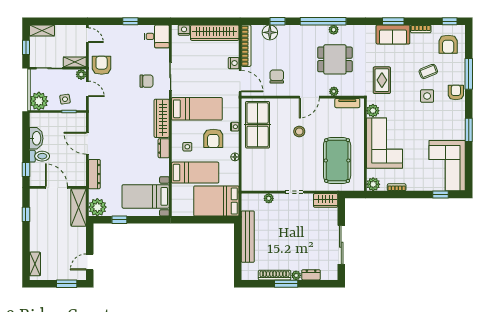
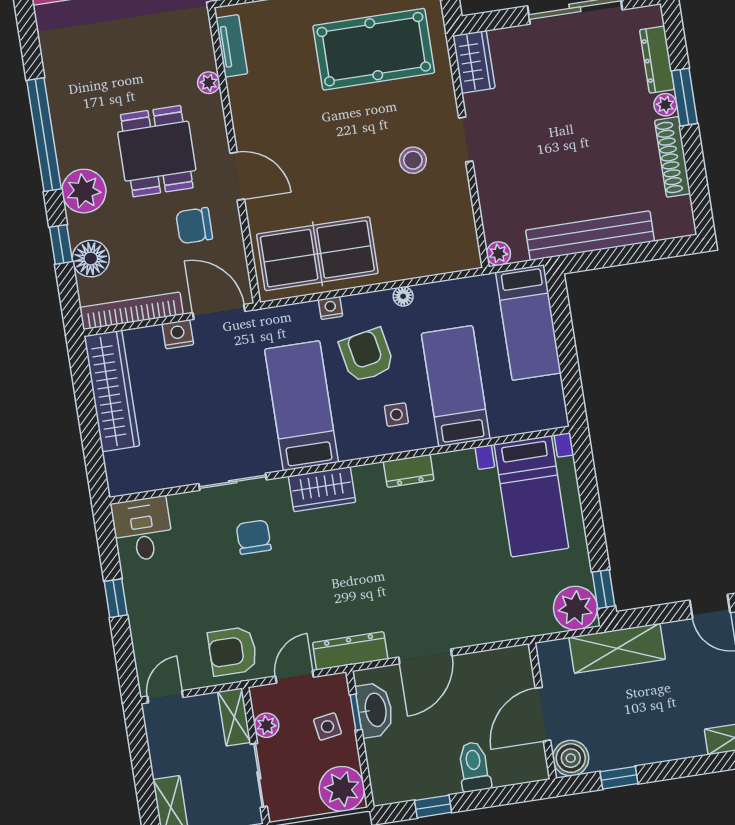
nightstand: (184, 30) -> (117, 466), removed
plant: (334, 30) -> (84, 191), moved, width x1.88, depth x1.88
dining table: (335, 59) -> (157, 151), moved
plant: (81, 74) -> (266, 725), moved
door: (240, 81) -> (219, 312), hinge flipped
door: (309, 97) -> (237, 176), moved
wardrobe: (162, 118) -> (322, 489), width x0.67
stool: (299, 132) -> (413, 160), moved
washbasin: (36, 138) -> (375, 710), moved, turned 90
armchair: (213, 138) -> (367, 355), turned -101
window: (26, 169) -> (433, 806), moved
dresser: (94, 174) -> (350, 651), moved
boiler: (37, 196) -> (571, 758), added
plant: (269, 198) -> (498, 254), moved
bed: (216, 201) -> (528, 323), width x0.67
shelving: (79, 207) -> (617, 648), moved
window: (119, 220) -> (604, 589), moved
dresser: (311, 275) -> (657, 60), width x1.44
window: (286, 284) -> (684, 97), moved

